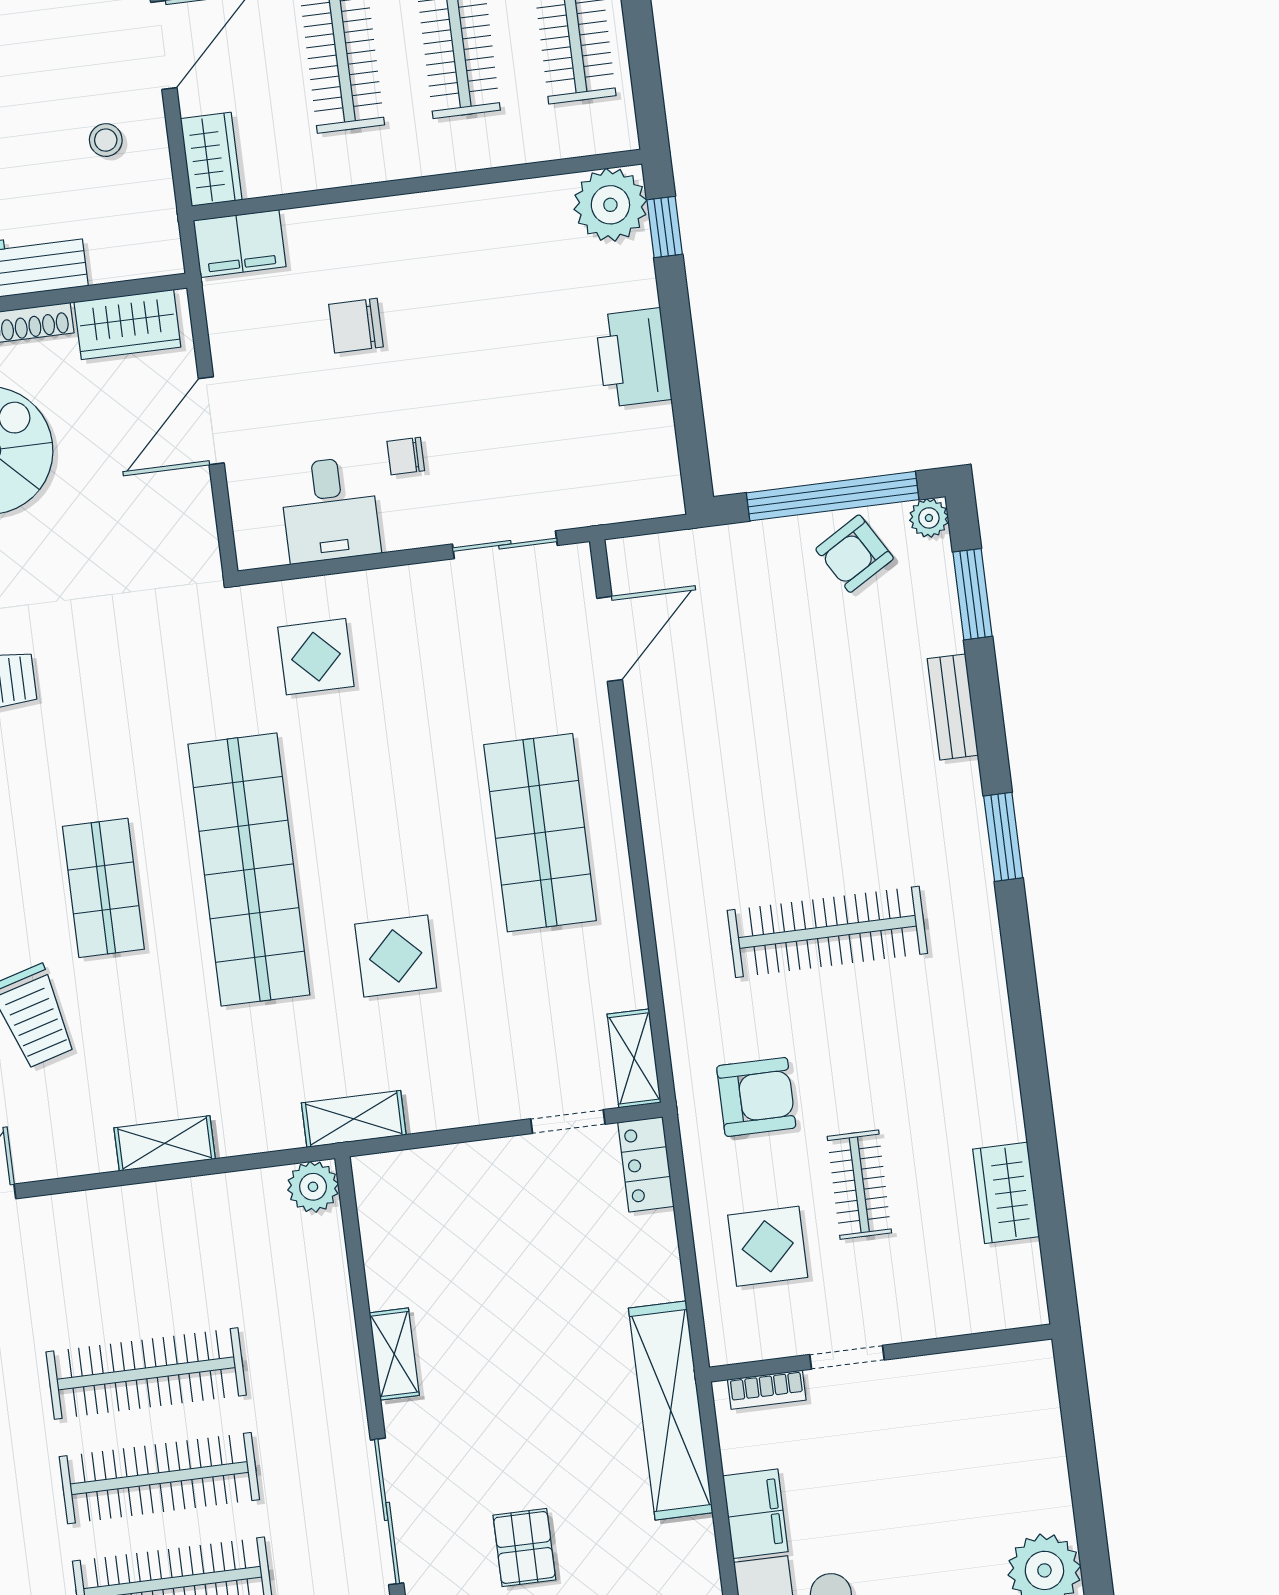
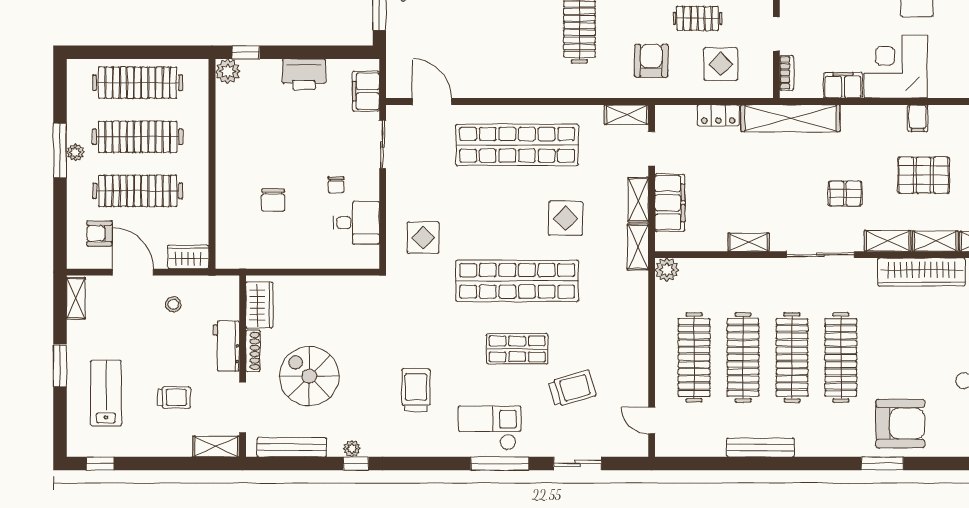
plant: (610, 205) -> (228, 71), width x0.73, depth x0.73
filing cabinet: (240, 244) -> (366, 91), moved, turned 180
door: (211, 421) -> (309, 272), removed
shop shelf: (540, 833) -> (517, 145), width x1.40
shelving: (165, 1143) -> (638, 200), moved
locker: (646, 1164) -> (718, 115), moved
filing cabinet: (457, 1175) -> (670, 203), added
clothes rail: (133, 1269) -> (694, 357), added

